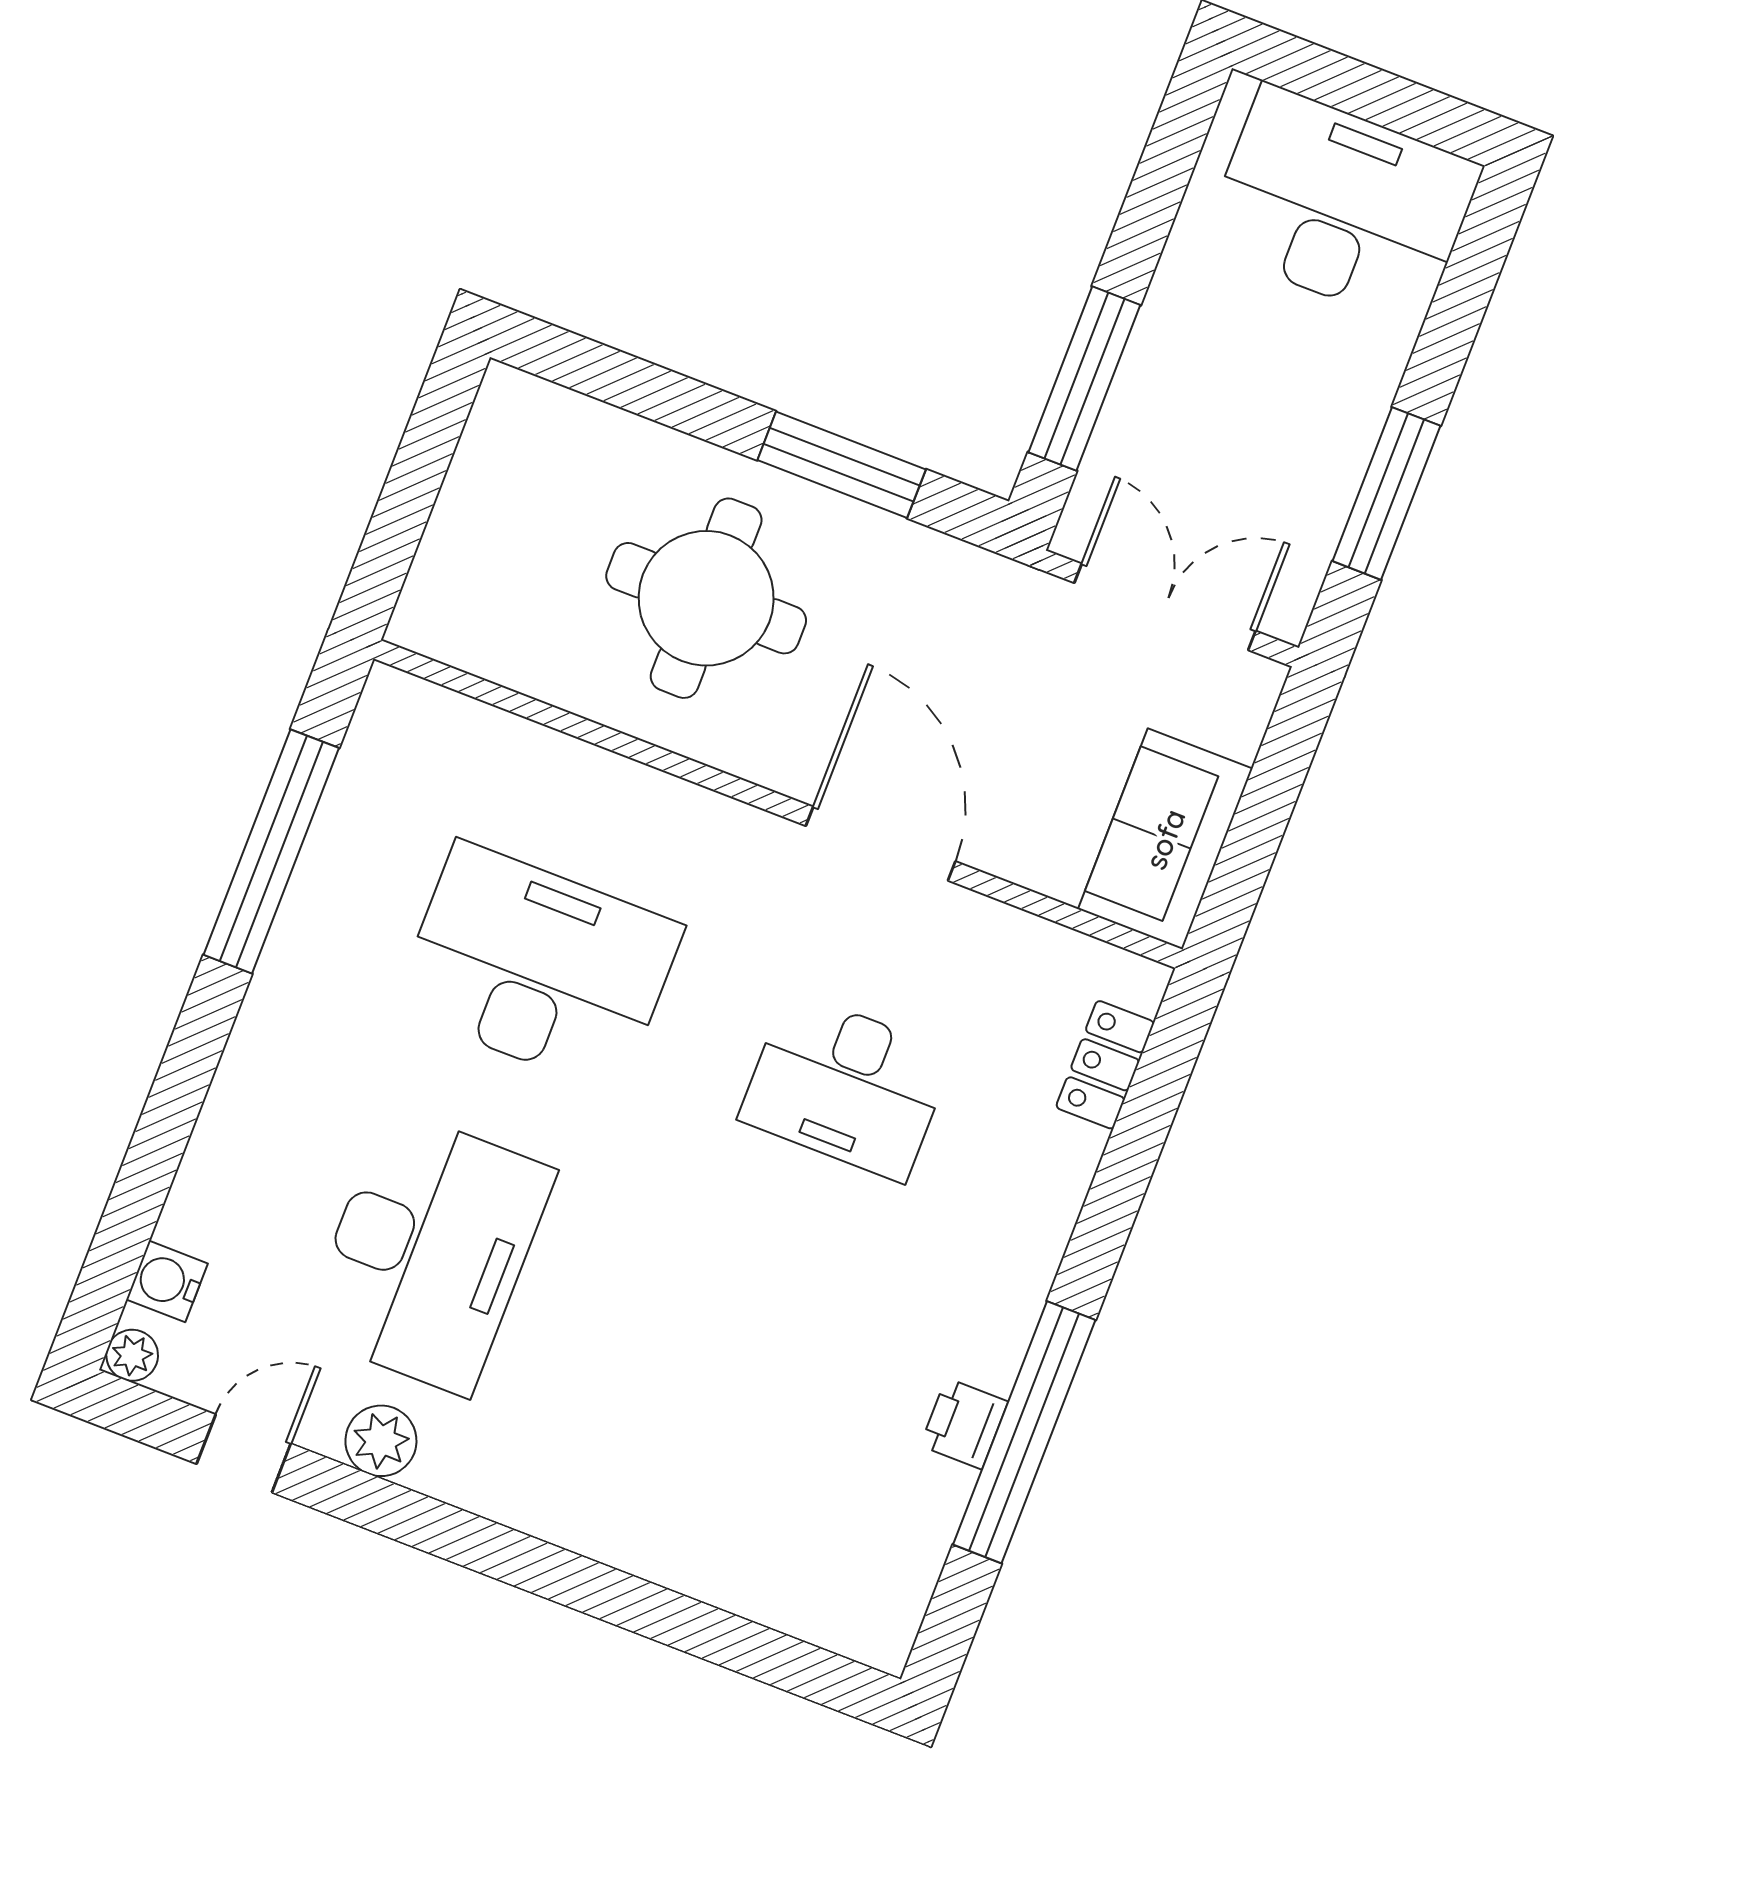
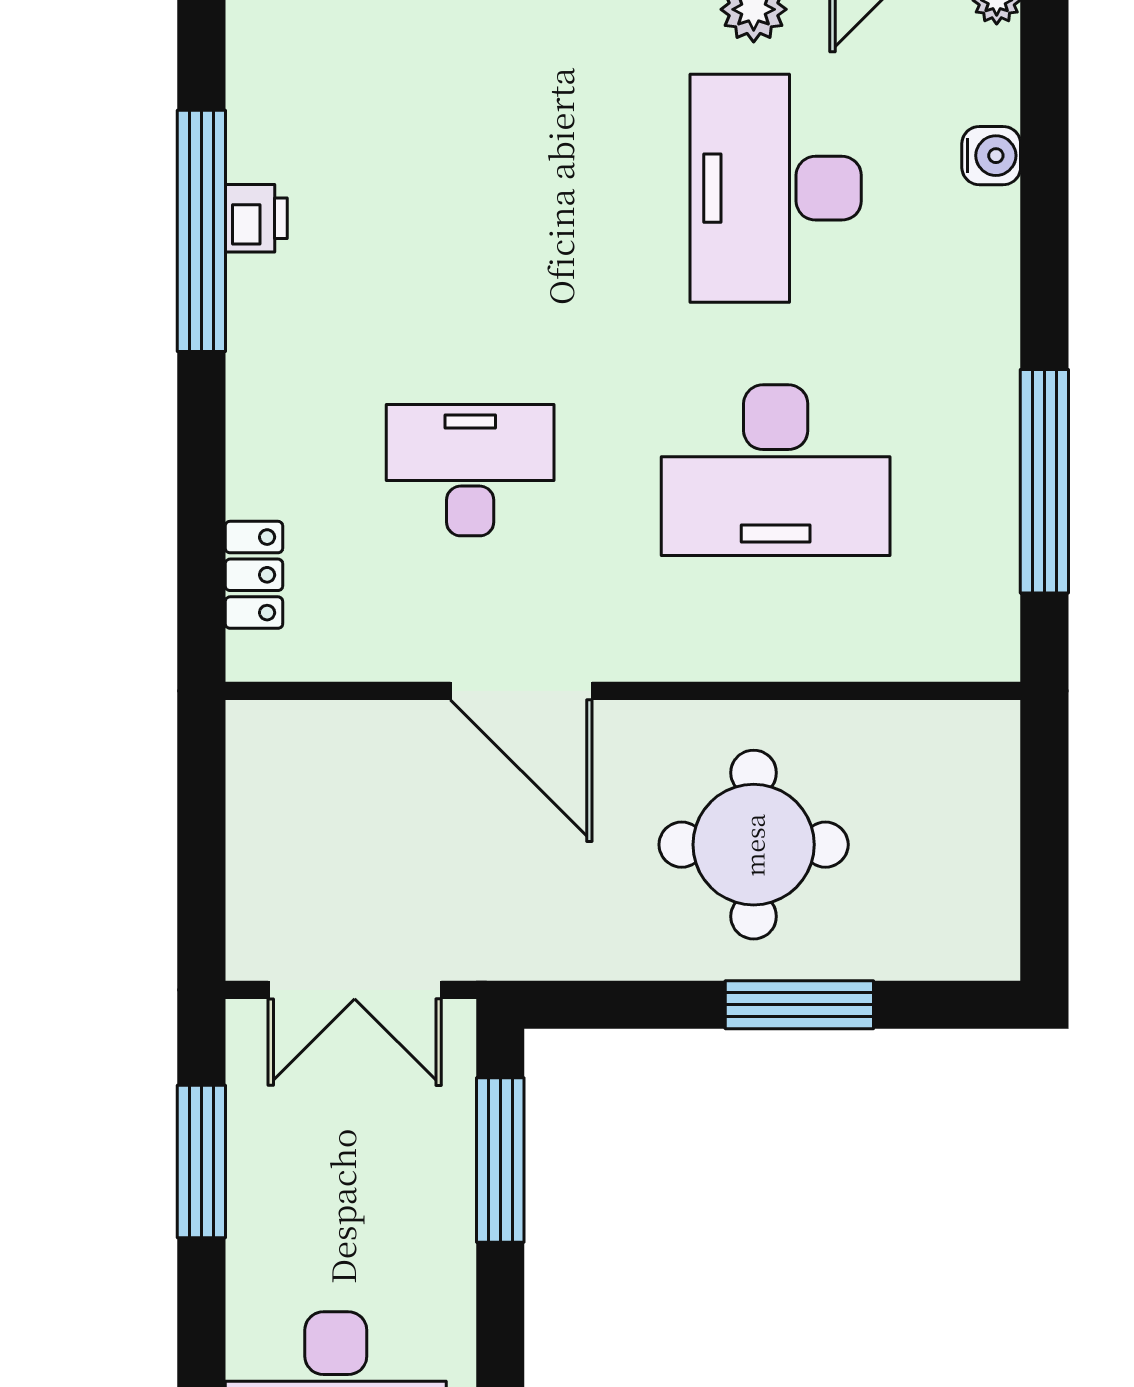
window: (842, 465) -> (799, 1005), moved
sofa: (1165, 839) -> (277, 790), removed
water cooler: (167, 1281) -> (991, 156), moved

